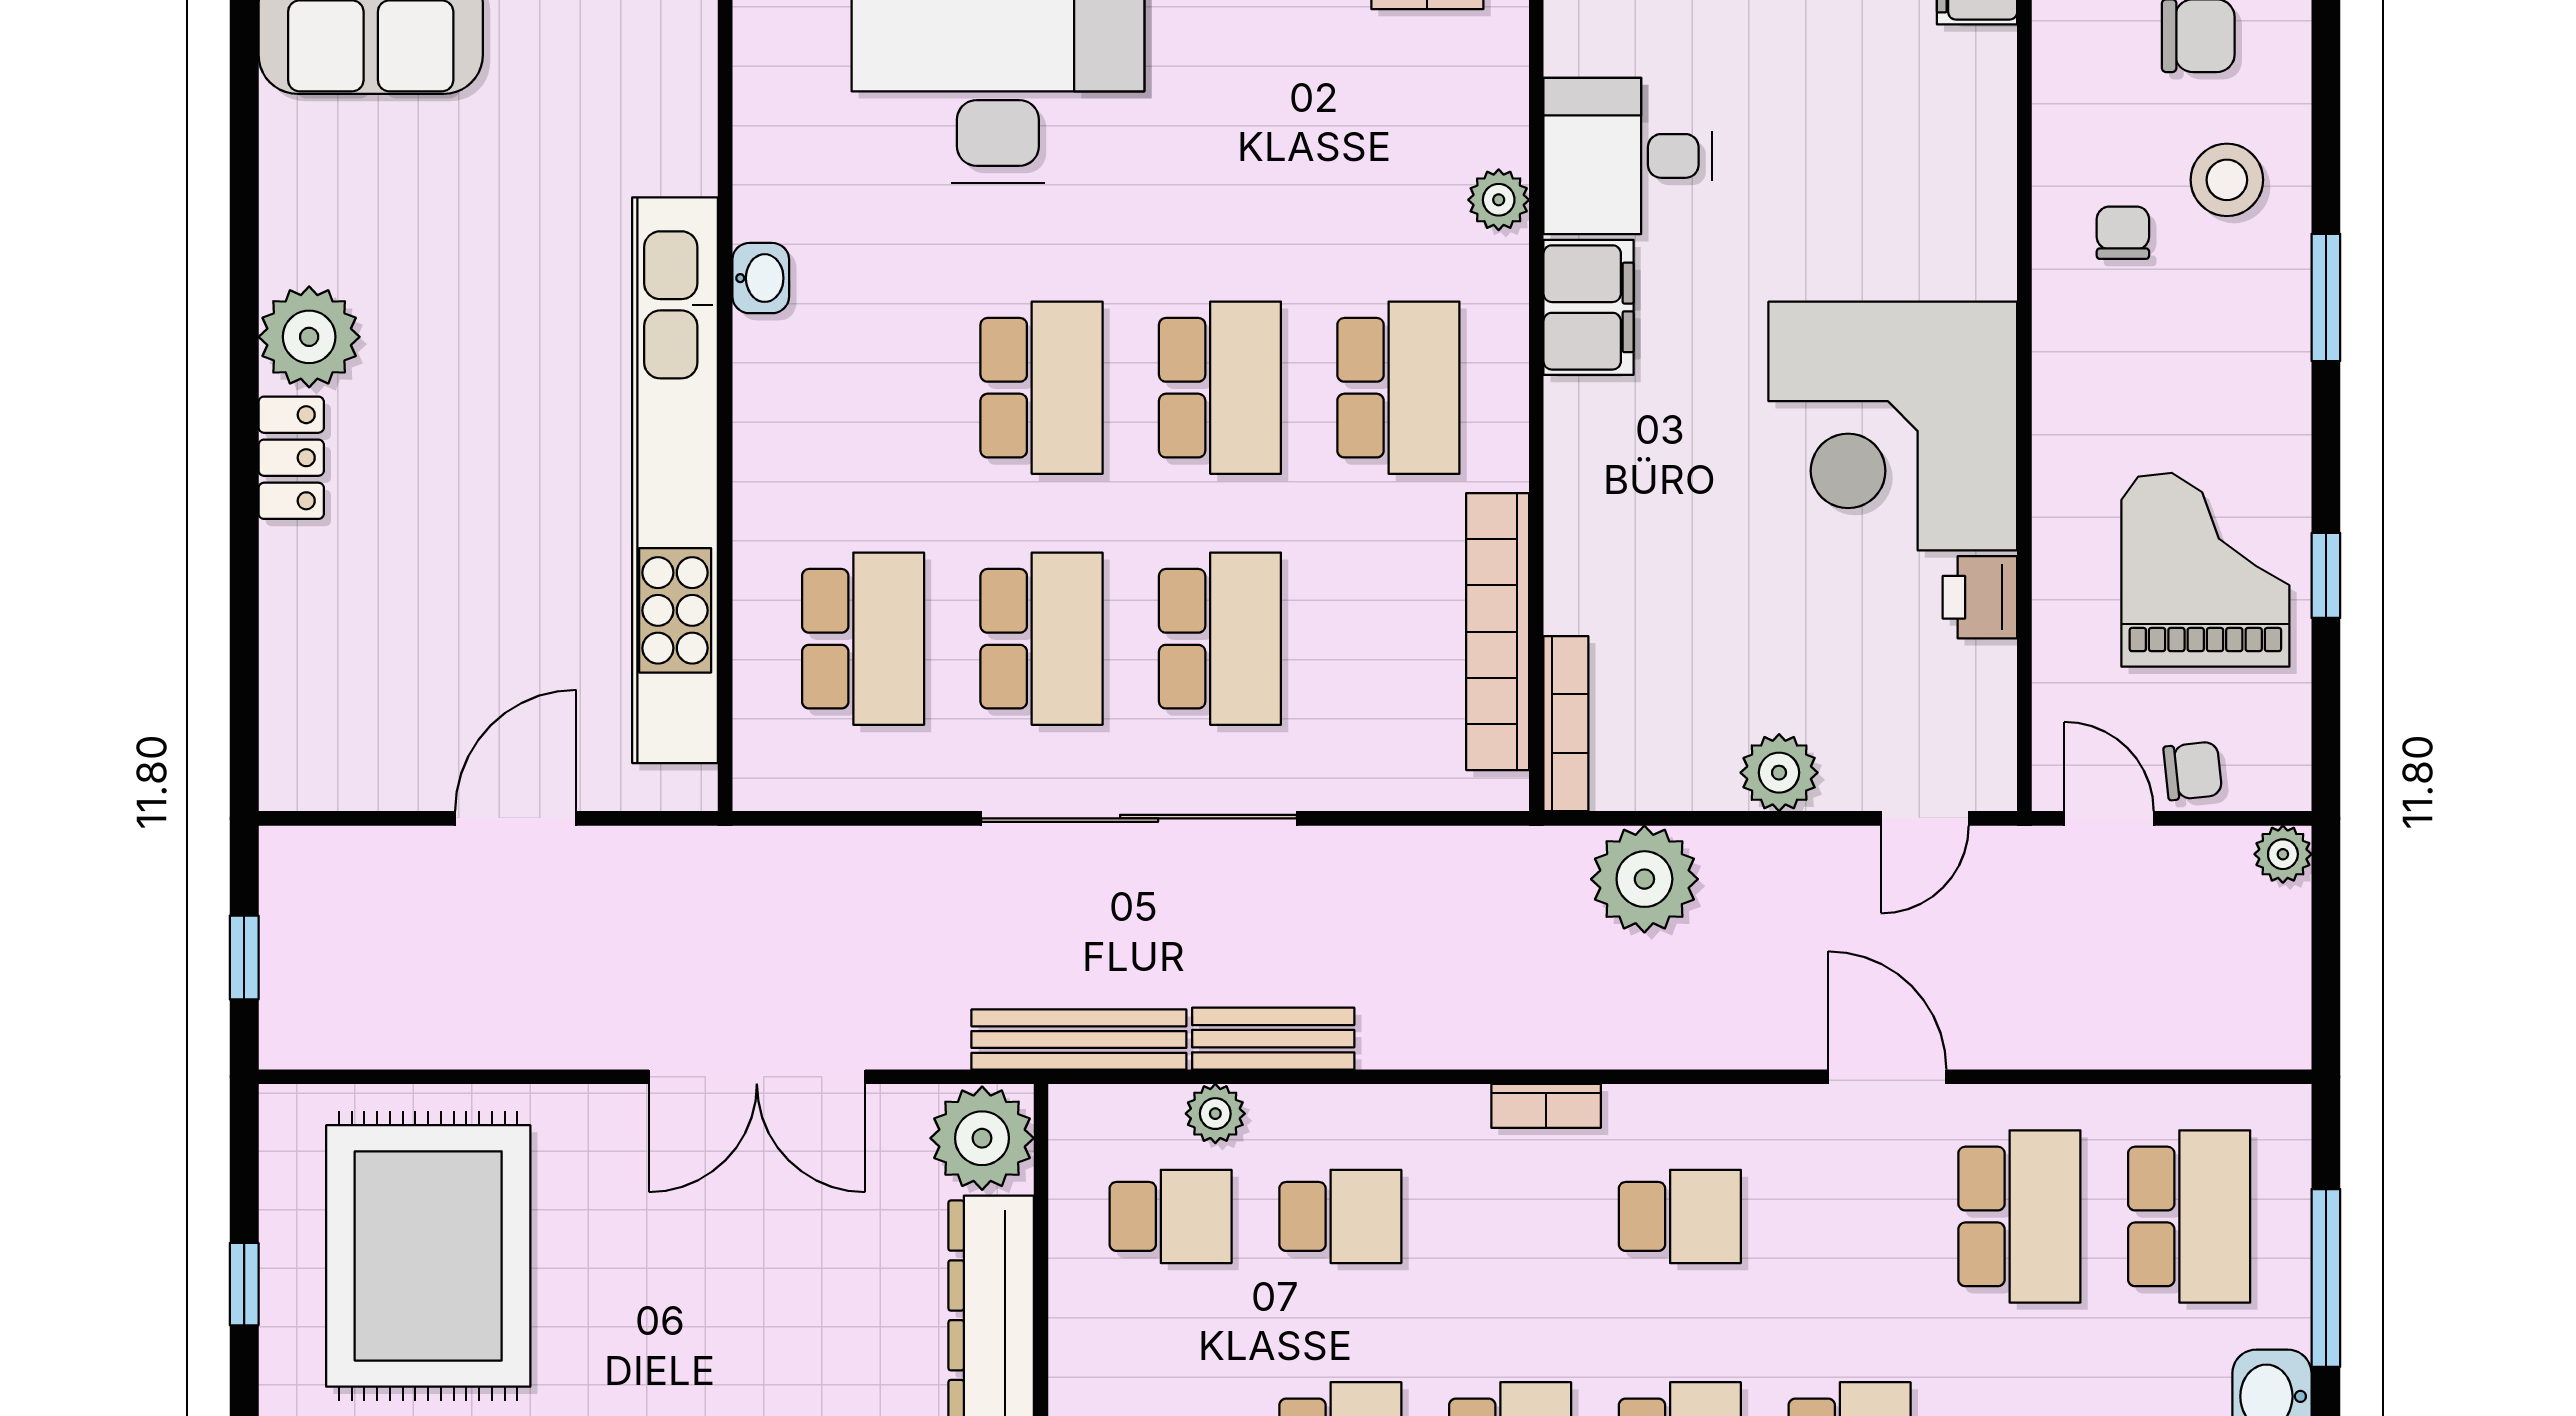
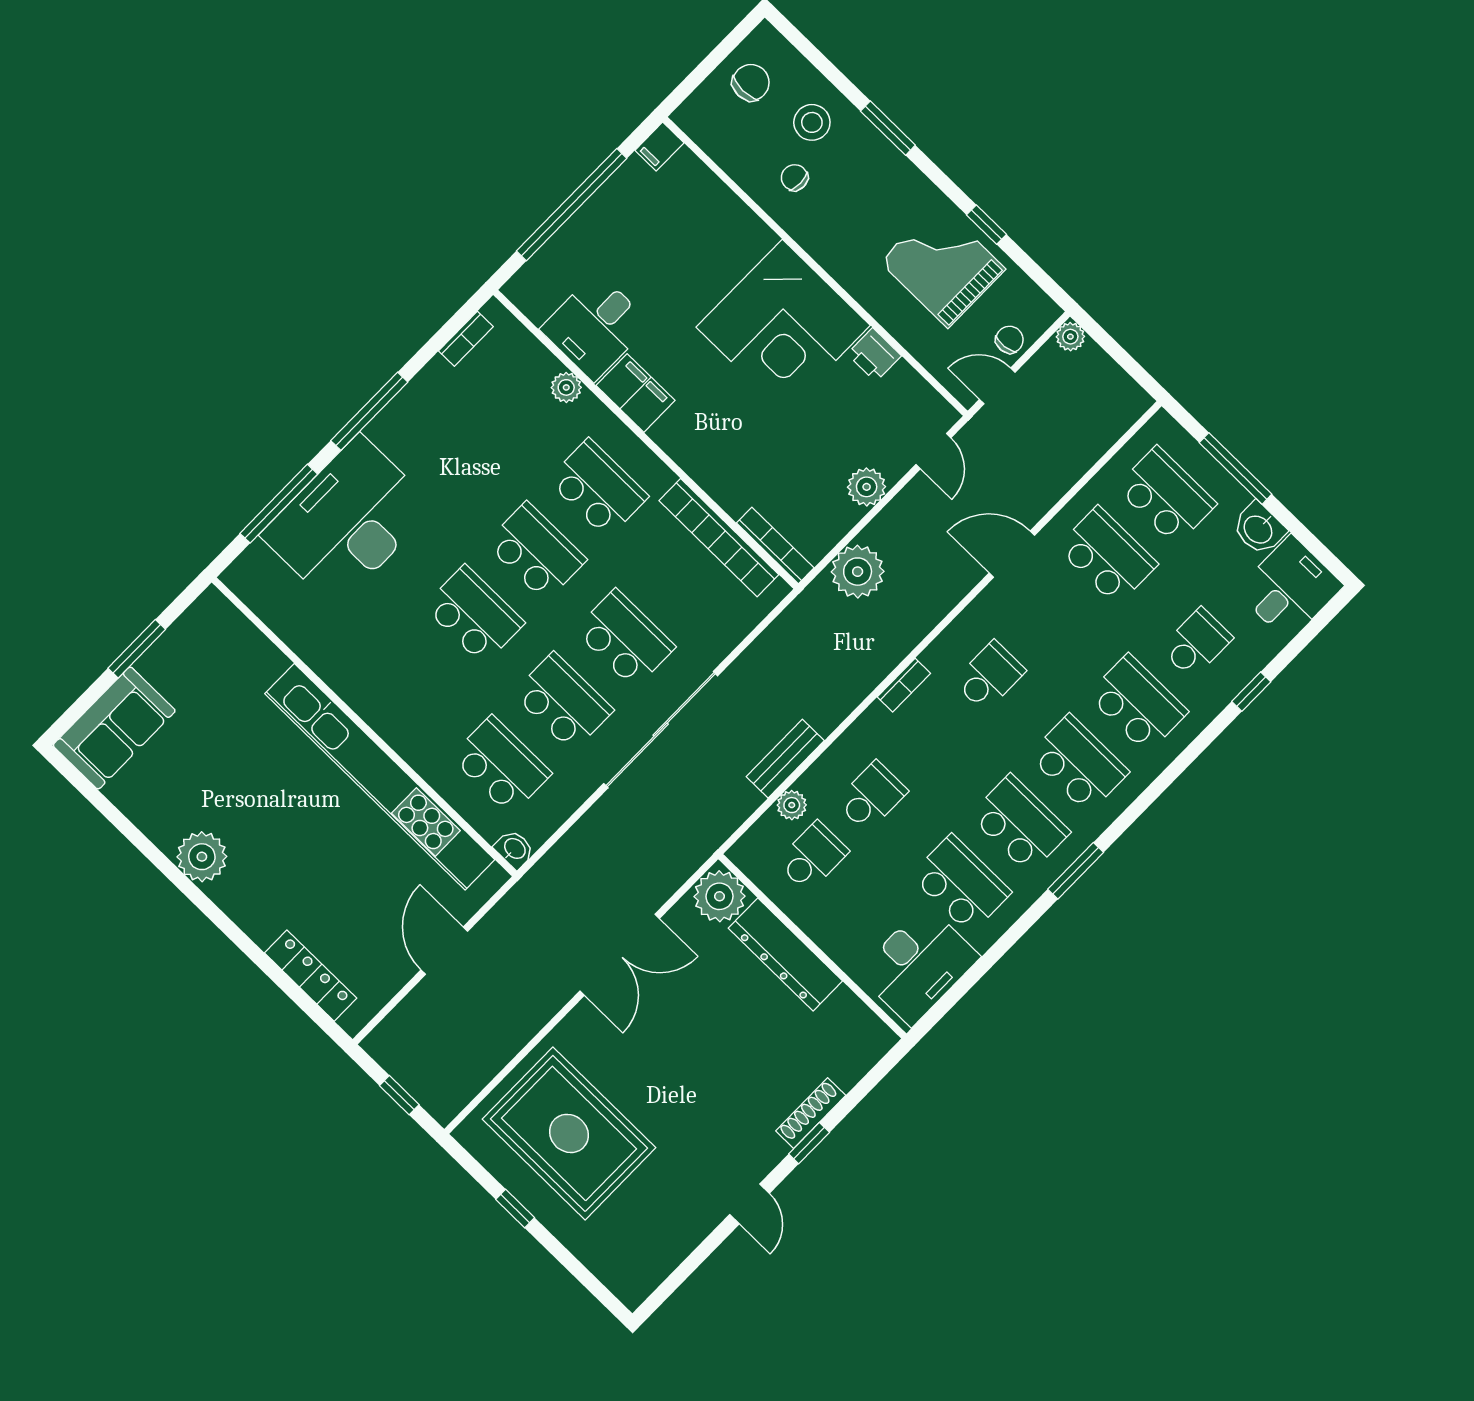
washbasin: (761, 278) -> (514, 849), moved
locker: (291, 458) -> (311, 976), moved, width x1.53
bench: (1079, 1040) -> (718, 828), removed

